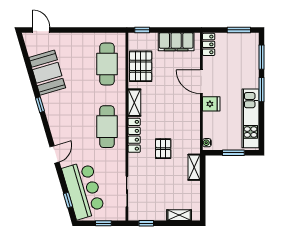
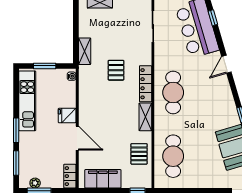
plant: (243, 38) -> (35, 183), added
pallet: (141, 66) -> (139, 154), width x0.67, depth x0.71

